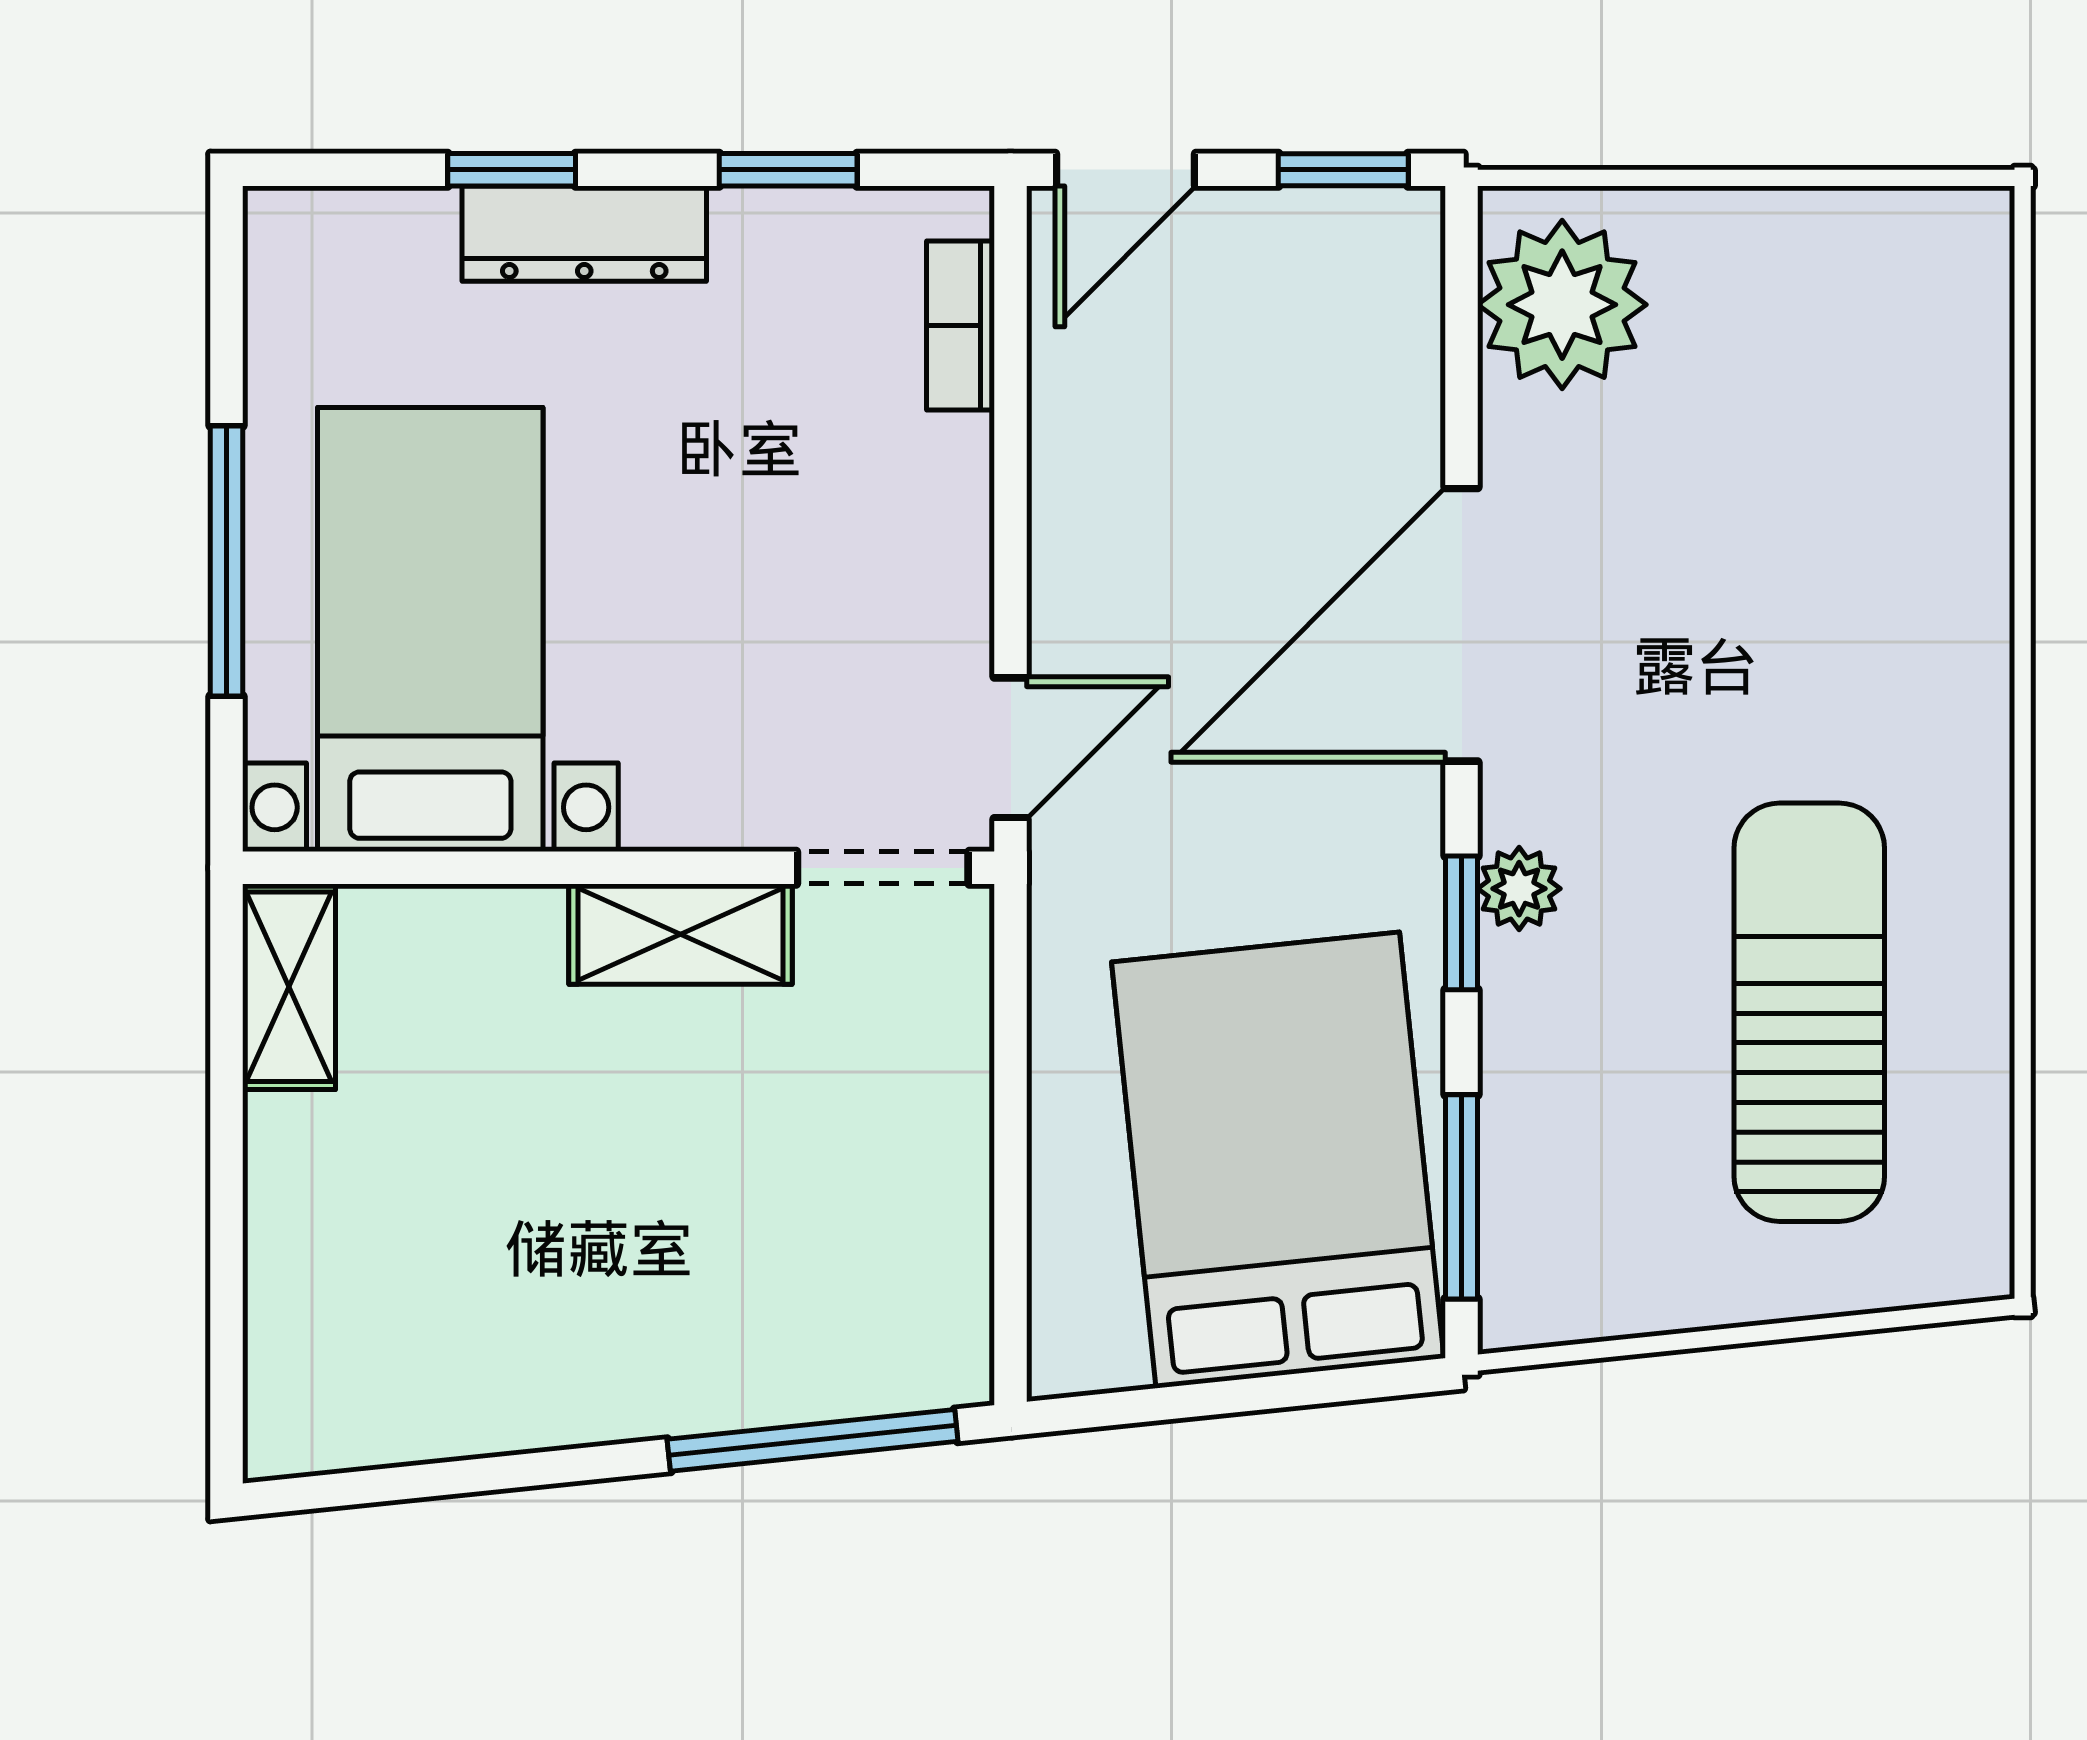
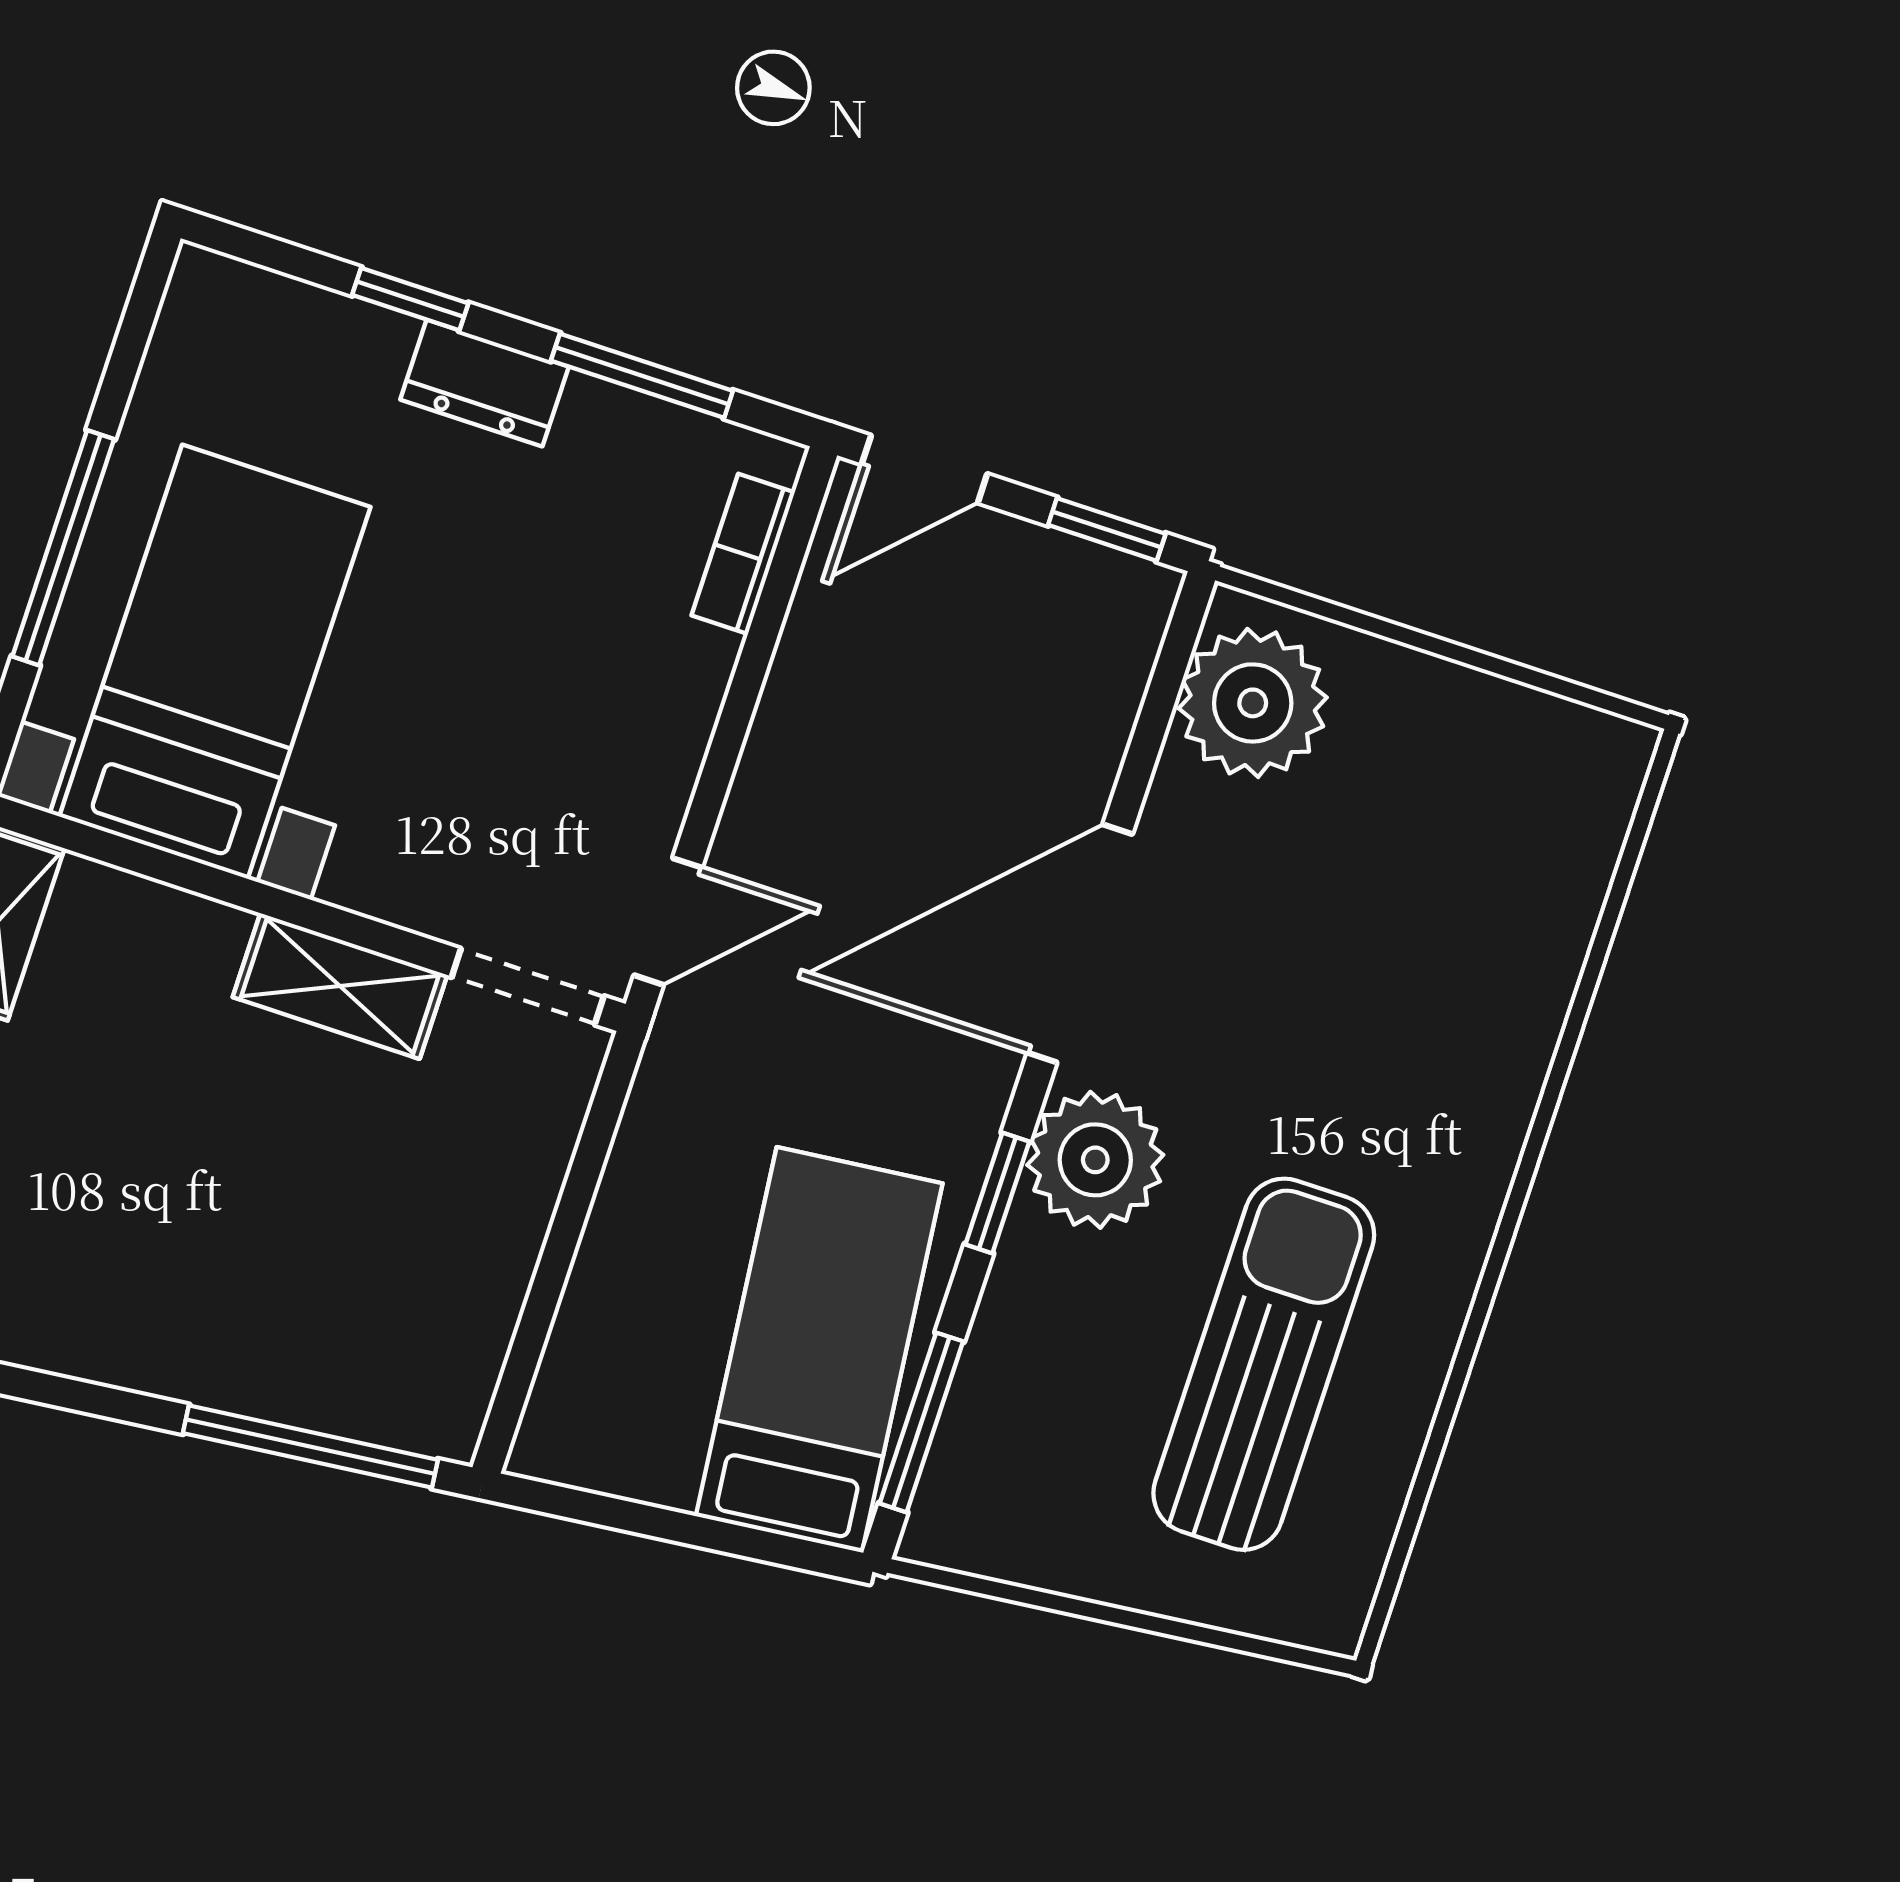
window: (788, 170) -> (642, 376), width x1.50
dresser: (584, 234) -> (485, 383), width x0.70
plant: (1519, 889) -> (1095, 1160), width x1.87, depth x1.87
bed: (1278, 1160) -> (819, 1350), width x0.67

